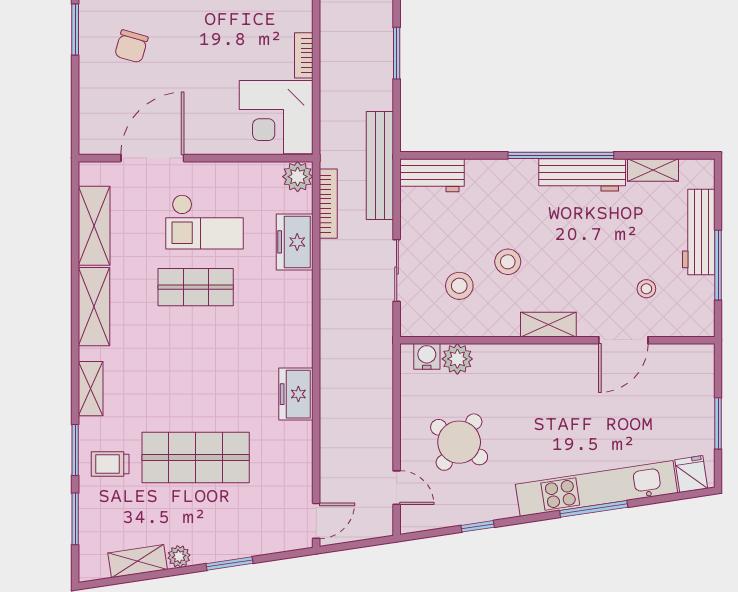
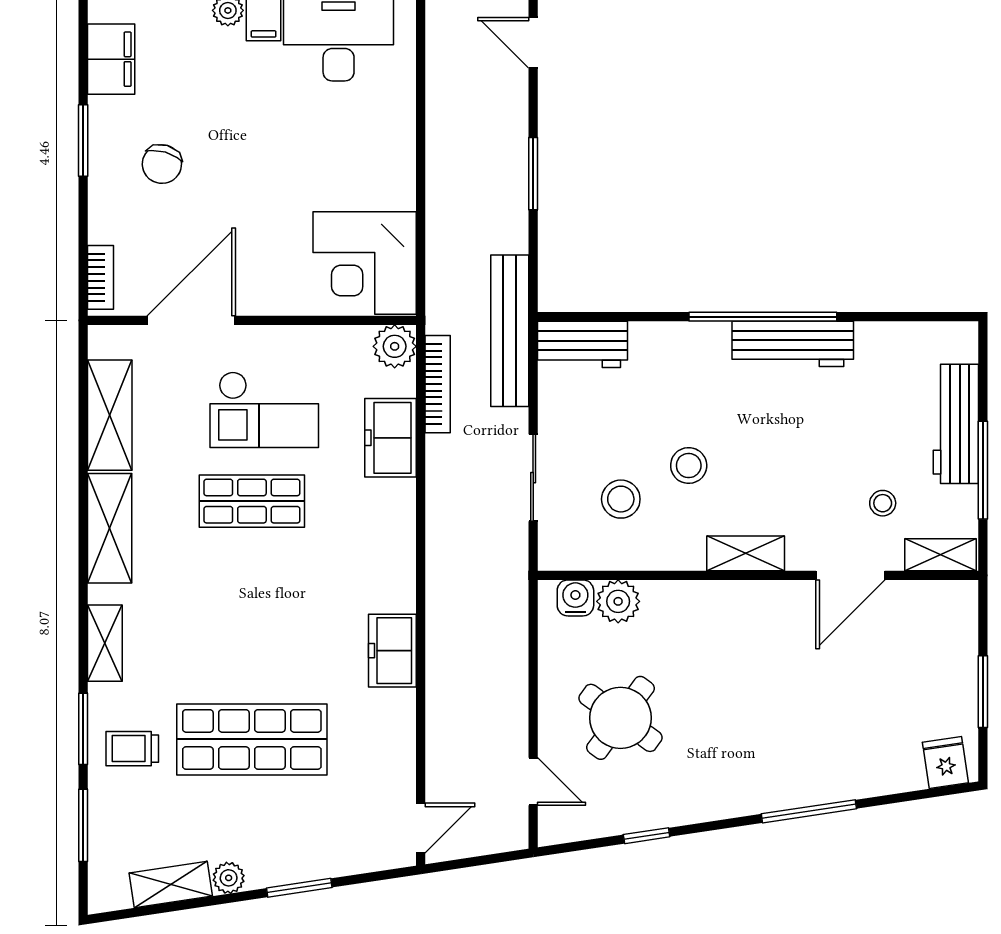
bookcase: (304, 55) -> (100, 277), moved, turned 180
shelving: (653, 170) -> (941, 555), moved
kitchen unit: (597, 489) -> (813, 783), removed

